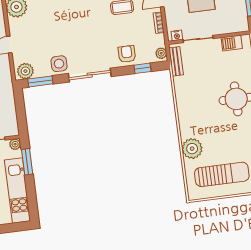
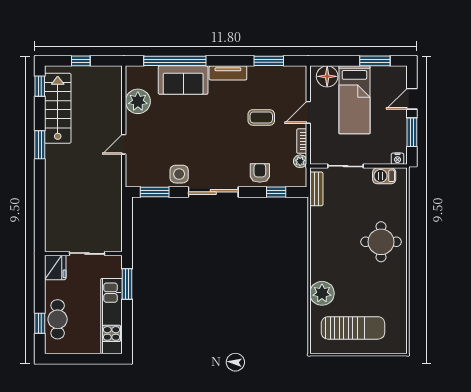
nightstand: (177, 35) -> (397, 159), moved
plant: (161, 53) -> (300, 161), moved
plant: (25, 71) -> (139, 178), removed
plant: (15, 144) -> (116, 262), removed

